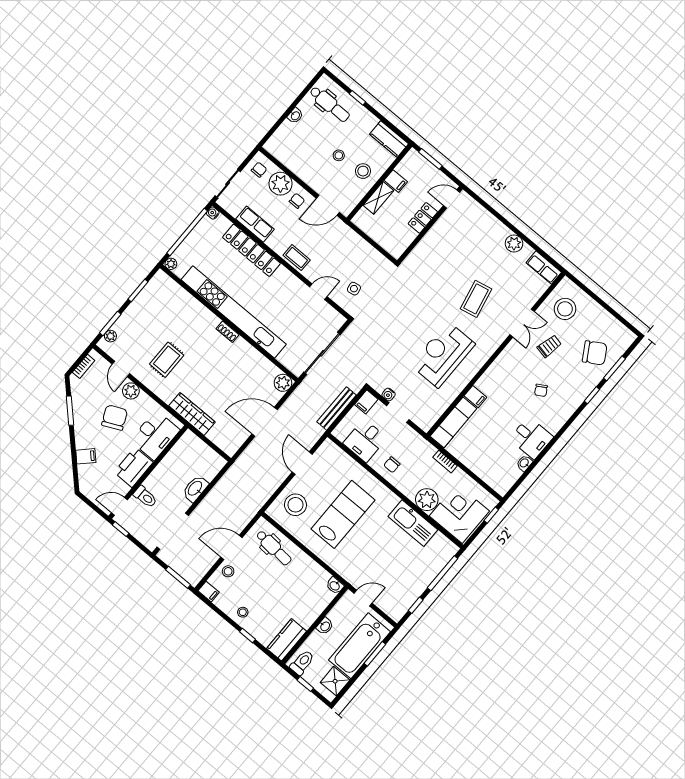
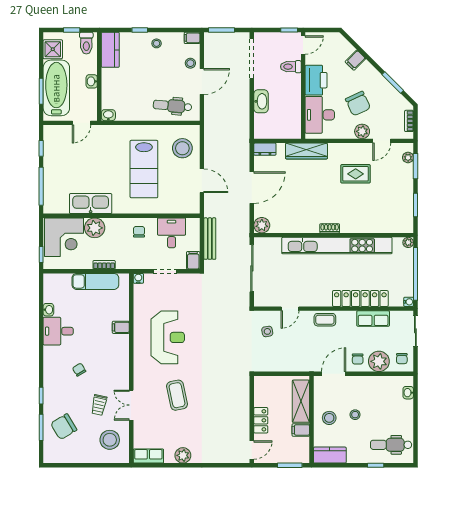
washbasin: (295, 116) -> (408, 393), moved
shelving: (378, 198) -> (301, 401), width x1.50, depth x1.33
rug: (167, 360) -> (356, 174), turned 90
door: (121, 369) -> (382, 141), swing flipped
water cooler: (389, 395) -> (138, 278), moved
exam couch: (453, 422) -> (95, 281), moved, turned -90
dresser: (226, 445) -> (265, 149), added

